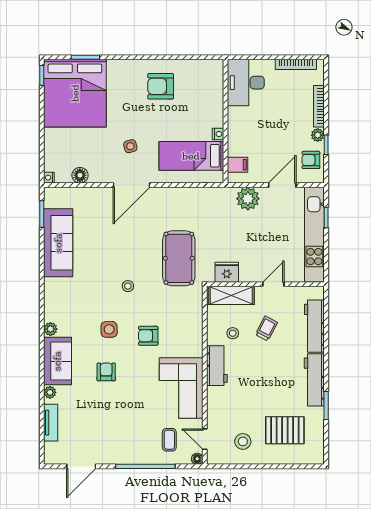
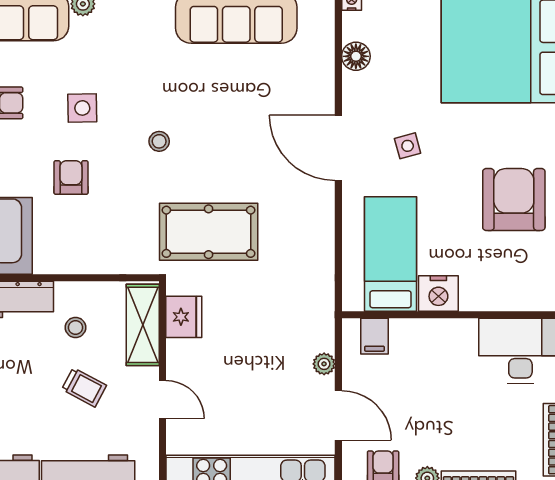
armchair: (161, 86) -> (514, 199), width x1.36, depth x1.36
nightstand: (218, 134) -> (438, 293), width x1.89, depth x1.79
plant: (248, 199) -> (324, 364), width x0.53, depth x0.53

